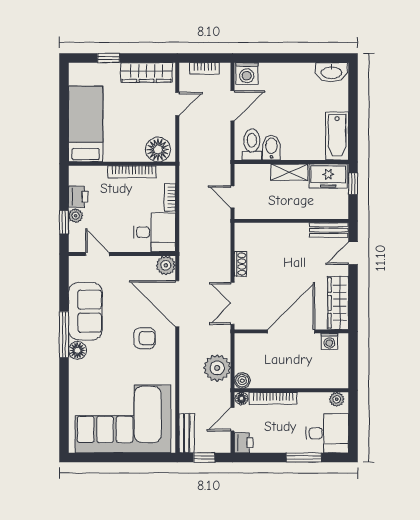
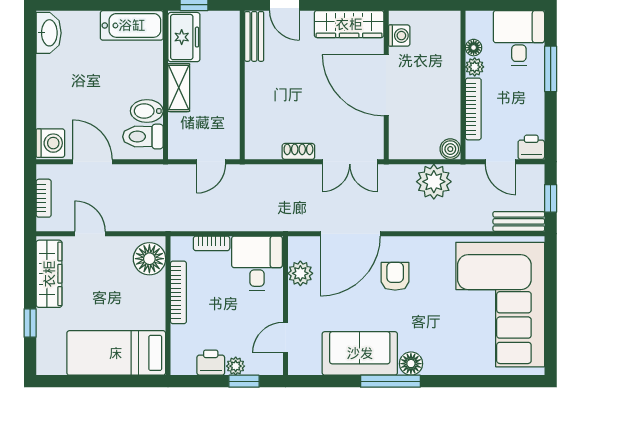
plant: (166, 265) -> (300, 273), moved
floor lamp: (241, 398) -> (474, 48), moved
plant: (337, 399) -> (475, 67), moved

